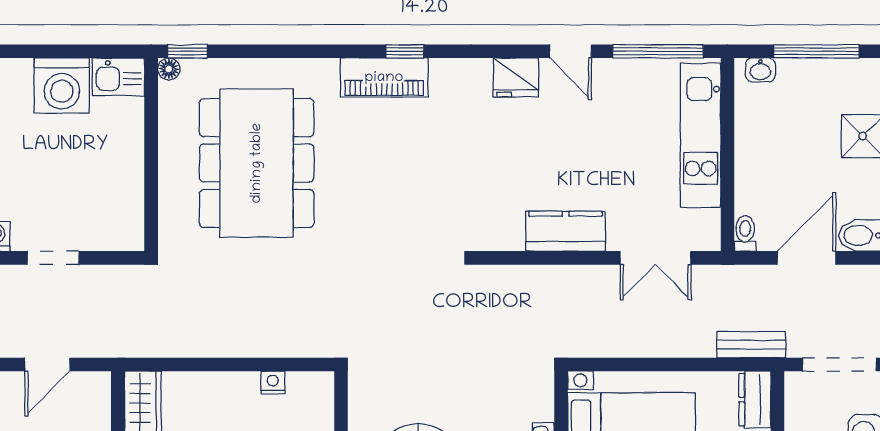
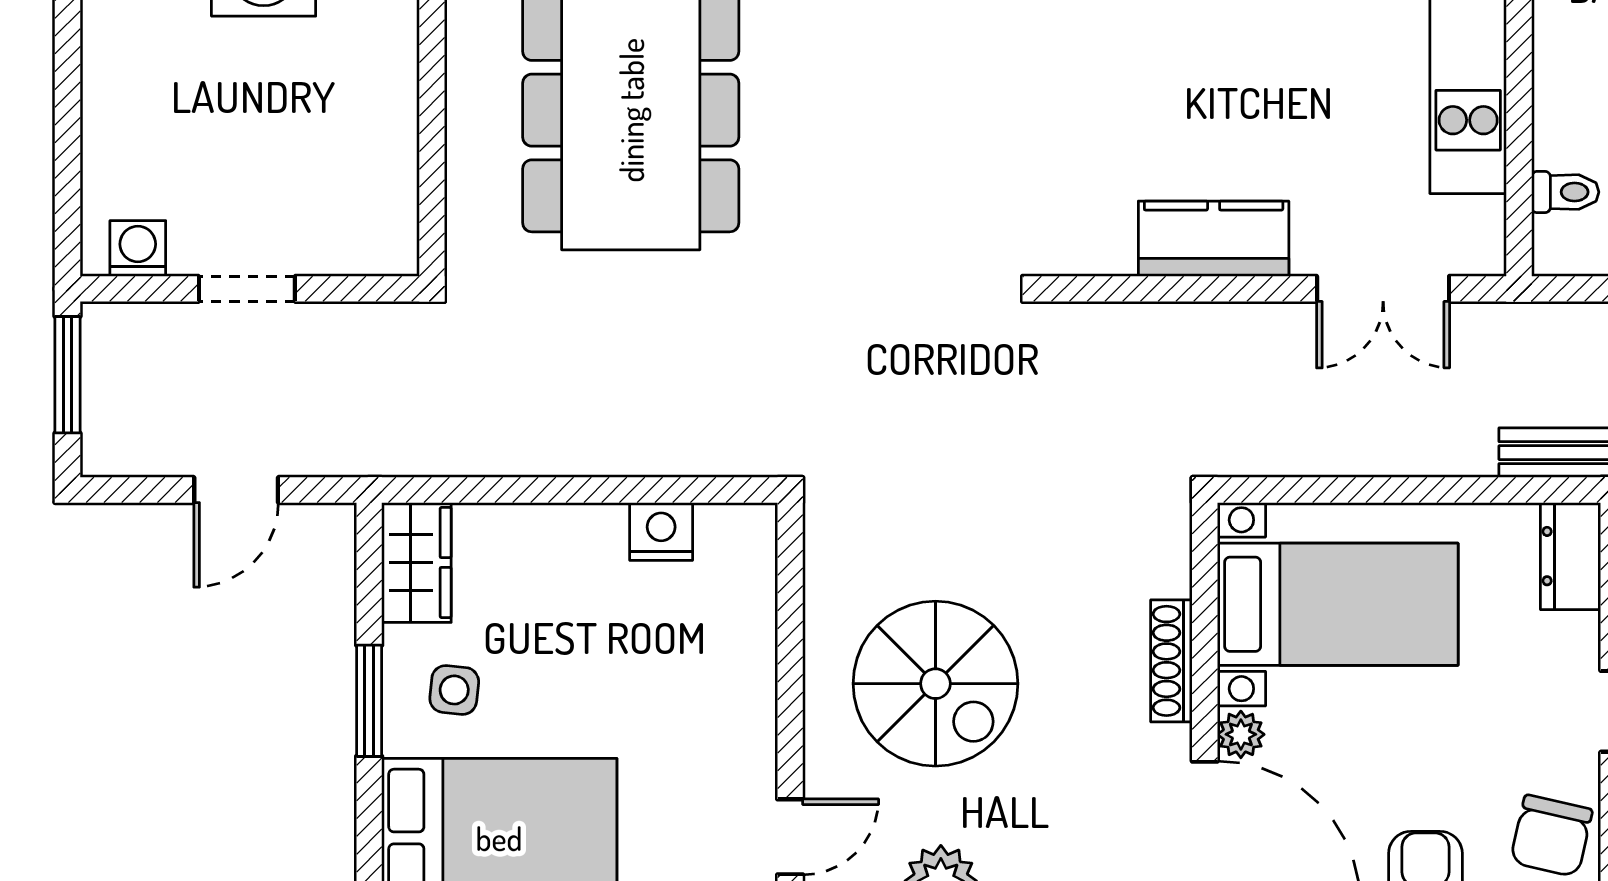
toilet: (745, 233) -> (1565, 192), moved, turned 90
nightstand: (273, 382) -> (661, 532), width x1.39, depth x1.35

